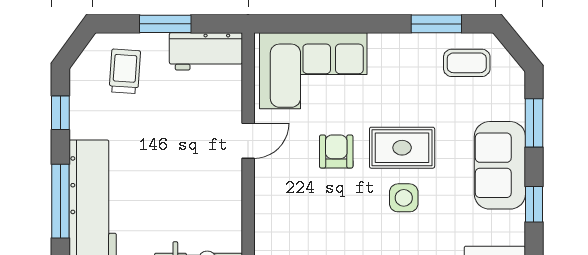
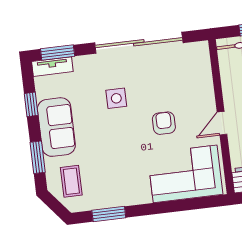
coffee table: (467, 63) -> (71, 181), moved, turned 90
rug: (402, 148) -> (121, 131), removed
armchair: (336, 151) -> (164, 123), turned 180

